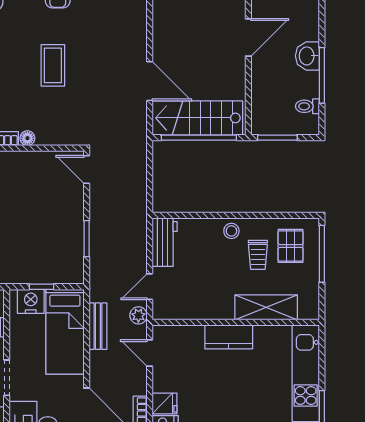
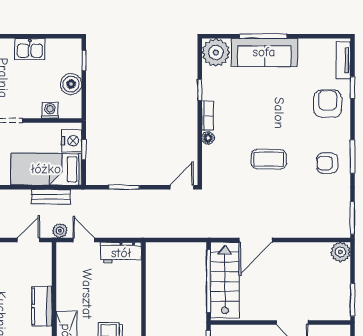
stool: (231, 231) -> (130, 308), removed

